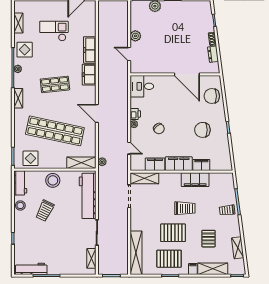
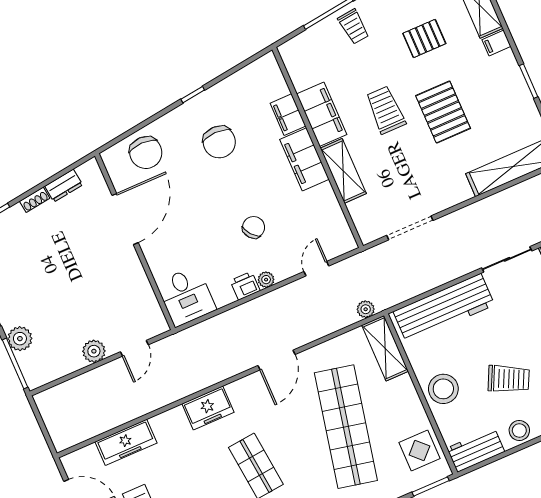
freezer: (90, 50) -> (126, 442), moved
filing cabinet: (155, 164) -> (326, 205), removed
shelving: (144, 178) -> (343, 171), moved
pallet: (169, 259) -> (496, 98), removed

